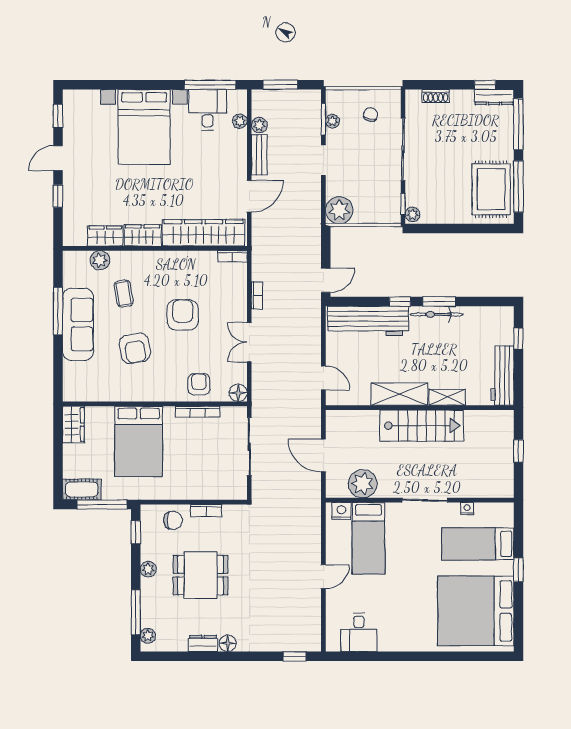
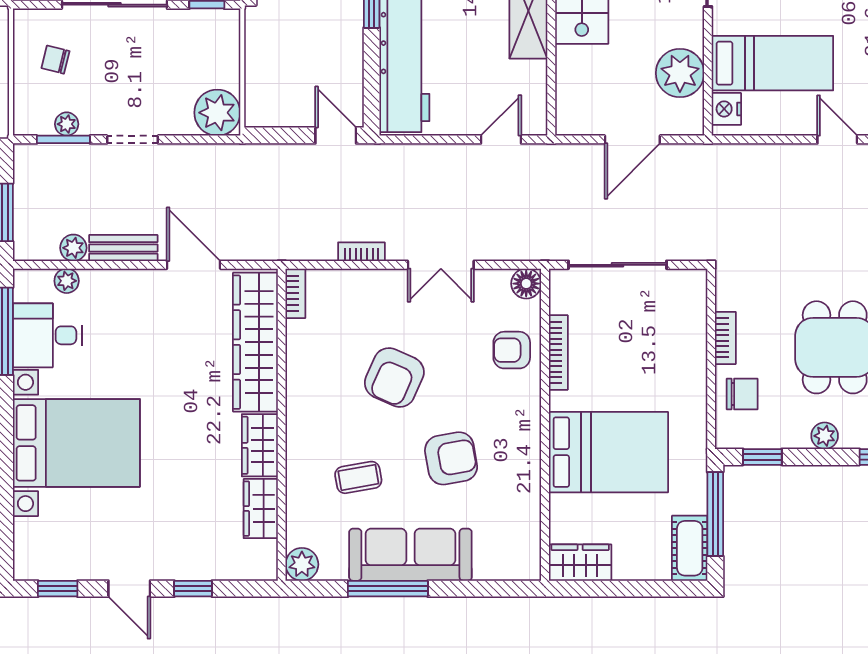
plant: (100, 260) -> (302, 564), moved
armchair: (183, 315) -> (394, 377), turned -66
chair: (173, 520) -> (742, 394), turned 90

